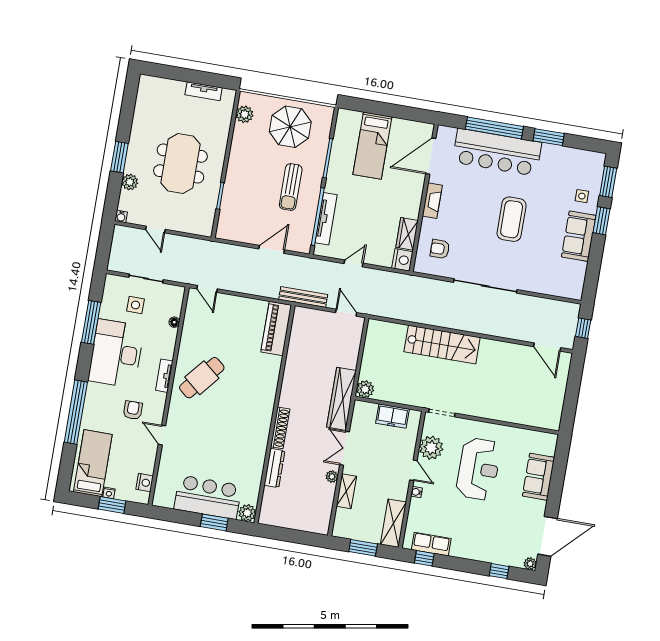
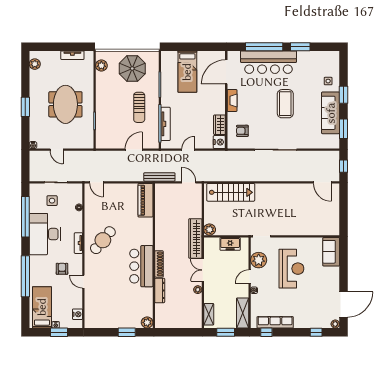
plant: (130, 182) -> (35, 64), moved
window: (608, 182) -> (344, 129), moved
sofa: (579, 236) -> (331, 113), width x1.36
window: (91, 322) -> (25, 217), width x1.46
stairs: (442, 345) -> (231, 192), moved
door: (413, 470) -> (250, 277), swing flipped
sofa: (539, 477) -> (331, 252), moved
shelving: (346, 491) -> (209, 314), moved
bar counter: (208, 497) -> (141, 266), moved, turned -90
row of seats: (431, 544) -> (275, 322), width x1.48

